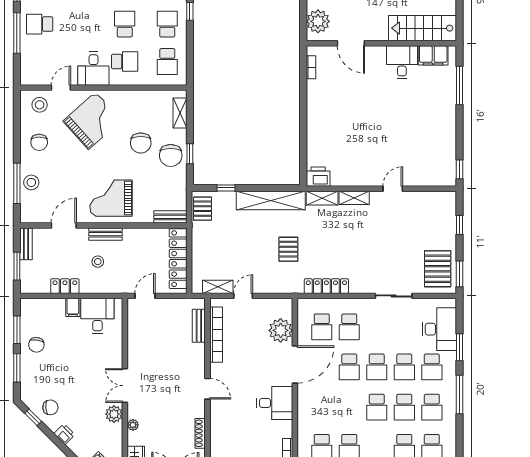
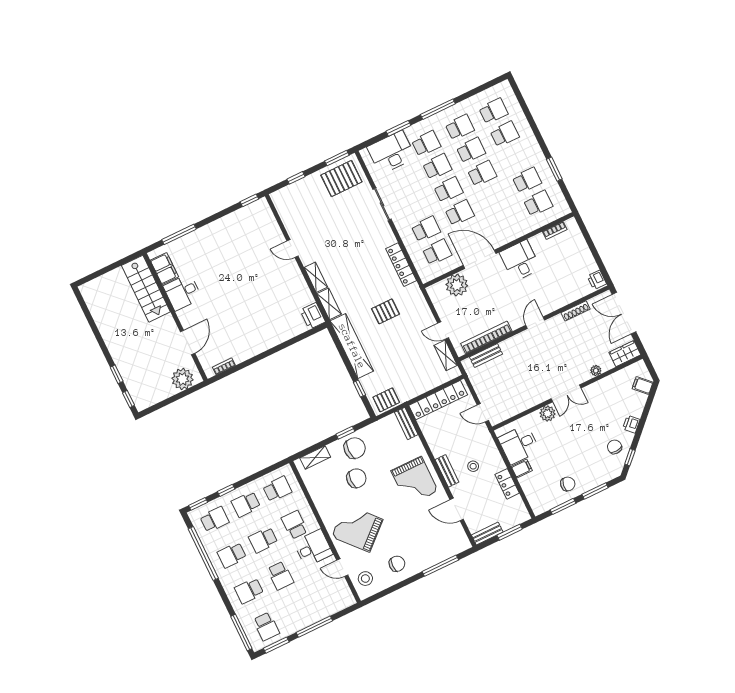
school desk: (40, 24) -> (280, 576), moved
stool: (31, 182) -> (434, 554), removed
plant: (114, 414) -> (548, 414), moved

